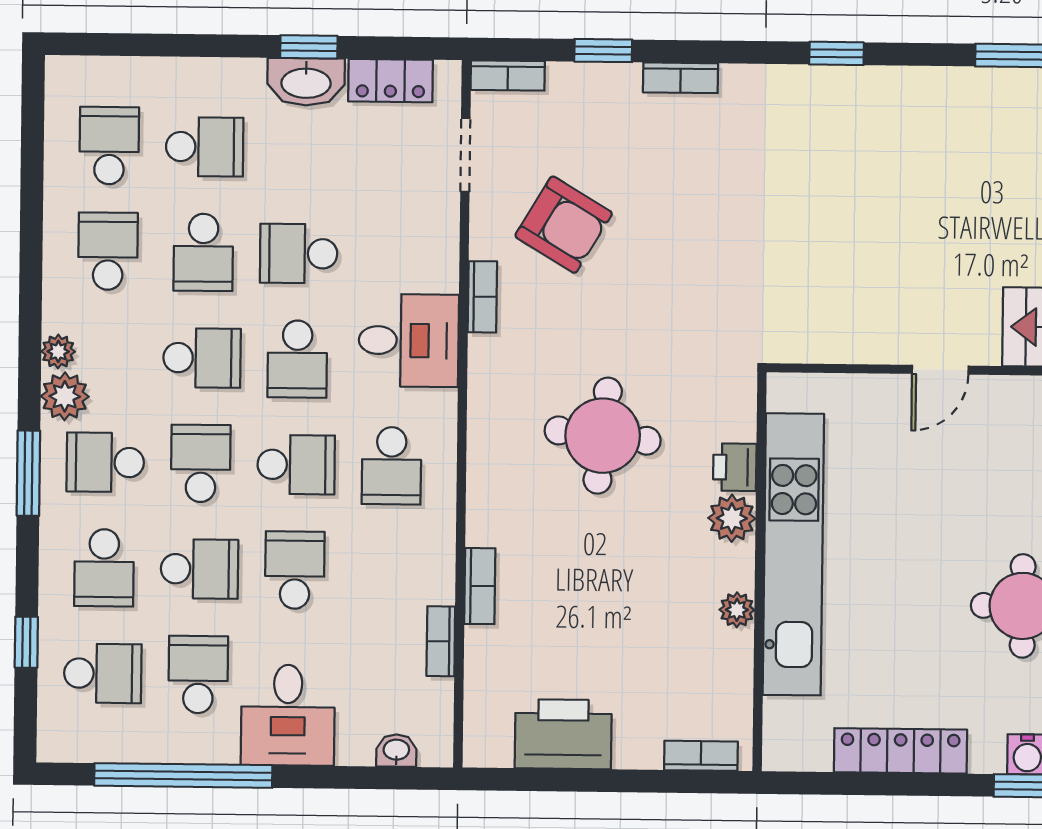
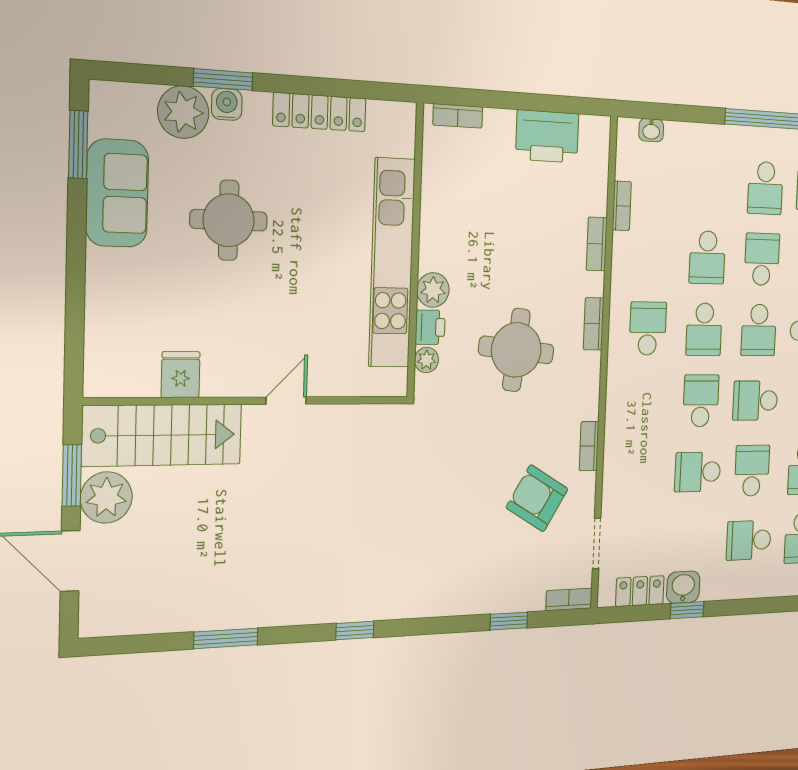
bookcase: (680, 78) -> (594, 324), moved, turned -90
washbasin: (306, 82) -> (683, 587), width x0.72
school desk: (299, 254) -> (698, 472), turned 180
desk: (409, 340) -> (635, 415), removed
school desk: (296, 465) -> (704, 329), turned -90
school desk: (199, 569) -> (762, 259), turned 90
plant: (737, 610) -> (426, 360), moved
desk: (288, 715) -> (715, 158), removed

